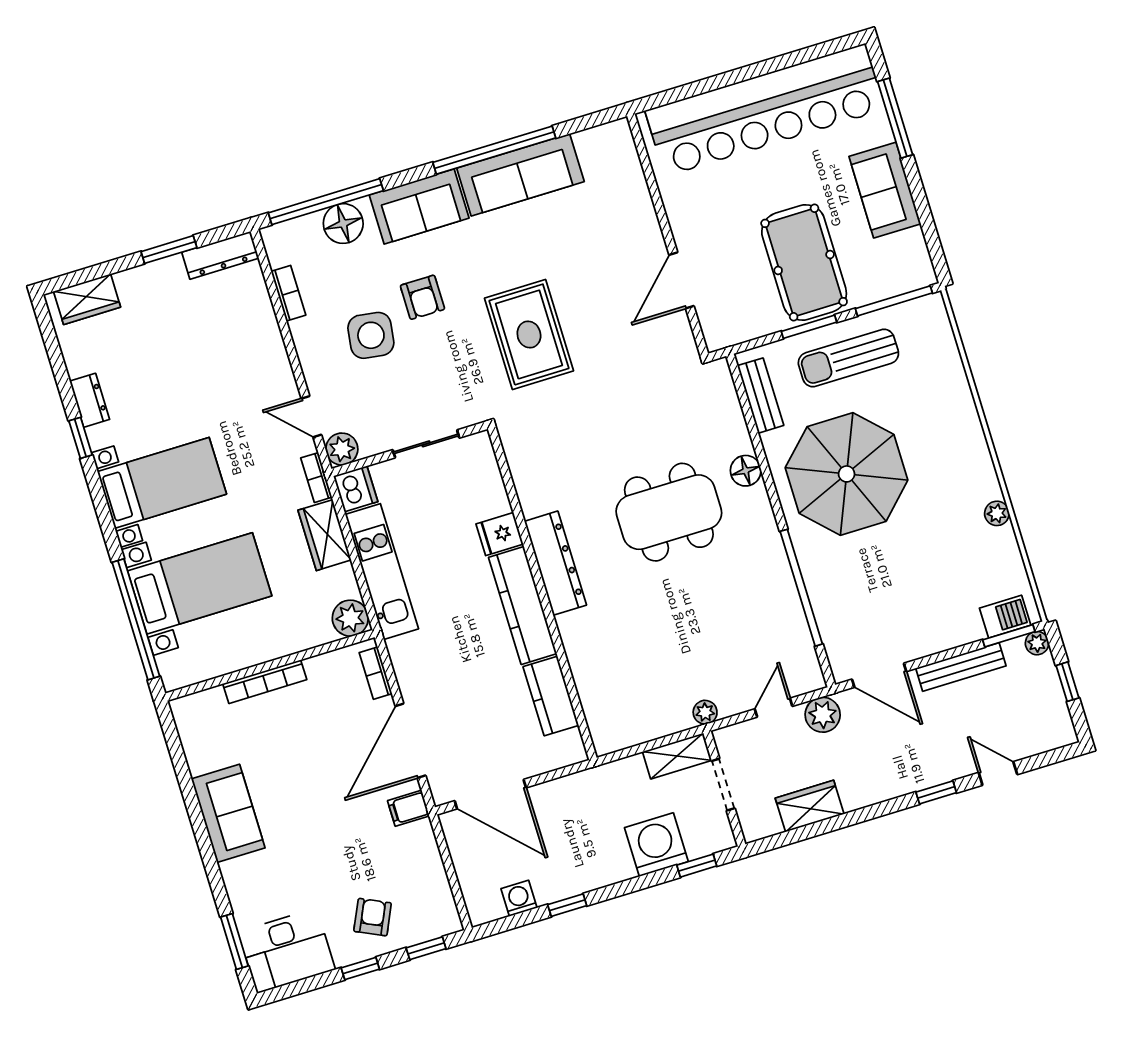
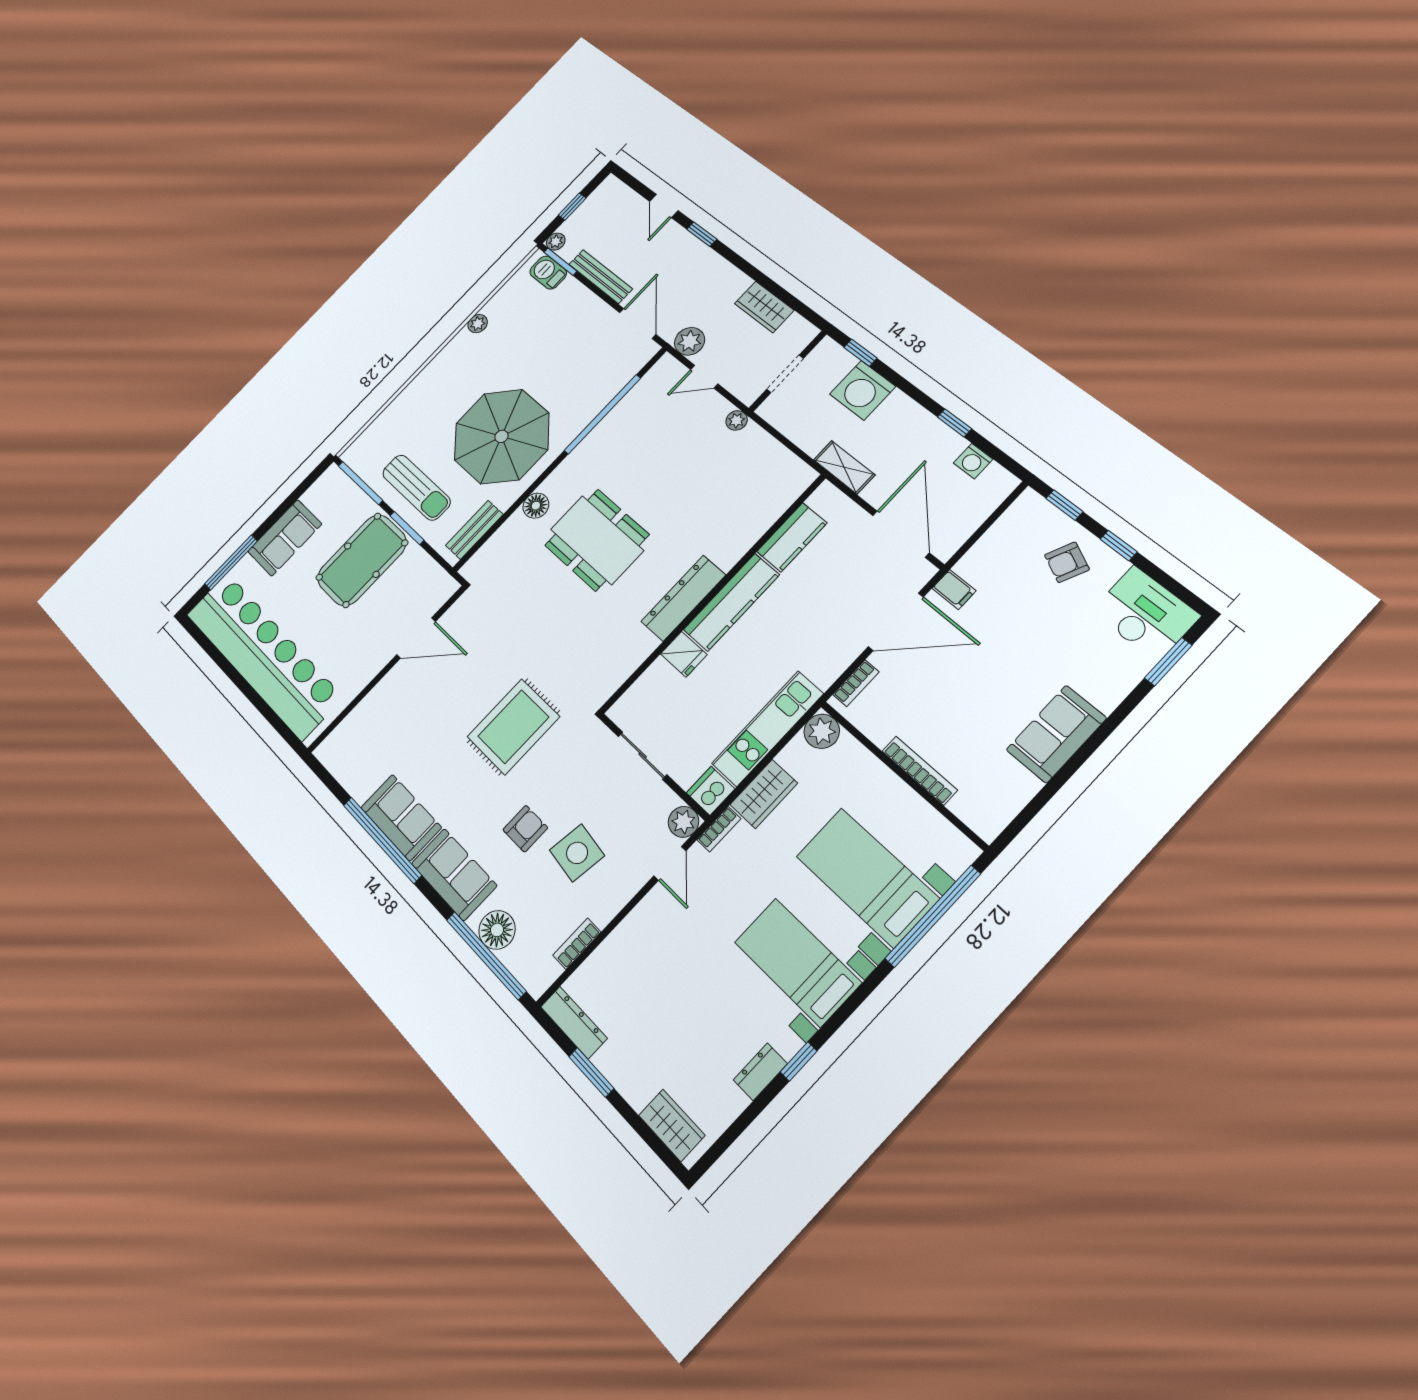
sofa: (520, 175) -> (401, 818), width x0.73
shelving: (677, 756) -> (844, 467), moved

